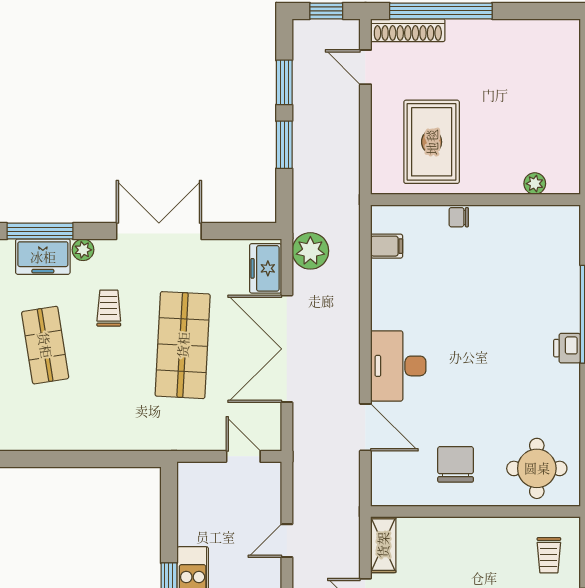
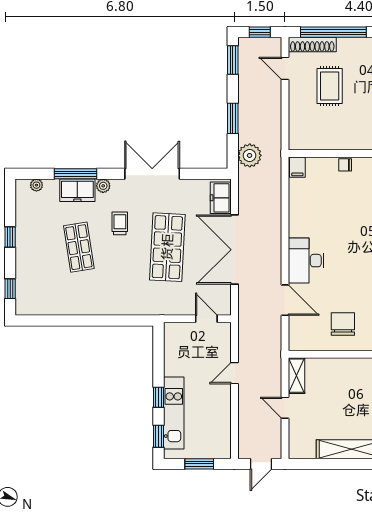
window: (284, 82) -> (233, 60), moved
rug: (432, 142) -> (330, 86), moved, width x0.73, depth x0.70
filing cabinet: (387, 246) -> (297, 167), moved, turned 90
plant: (310, 251) -> (250, 155), moved

